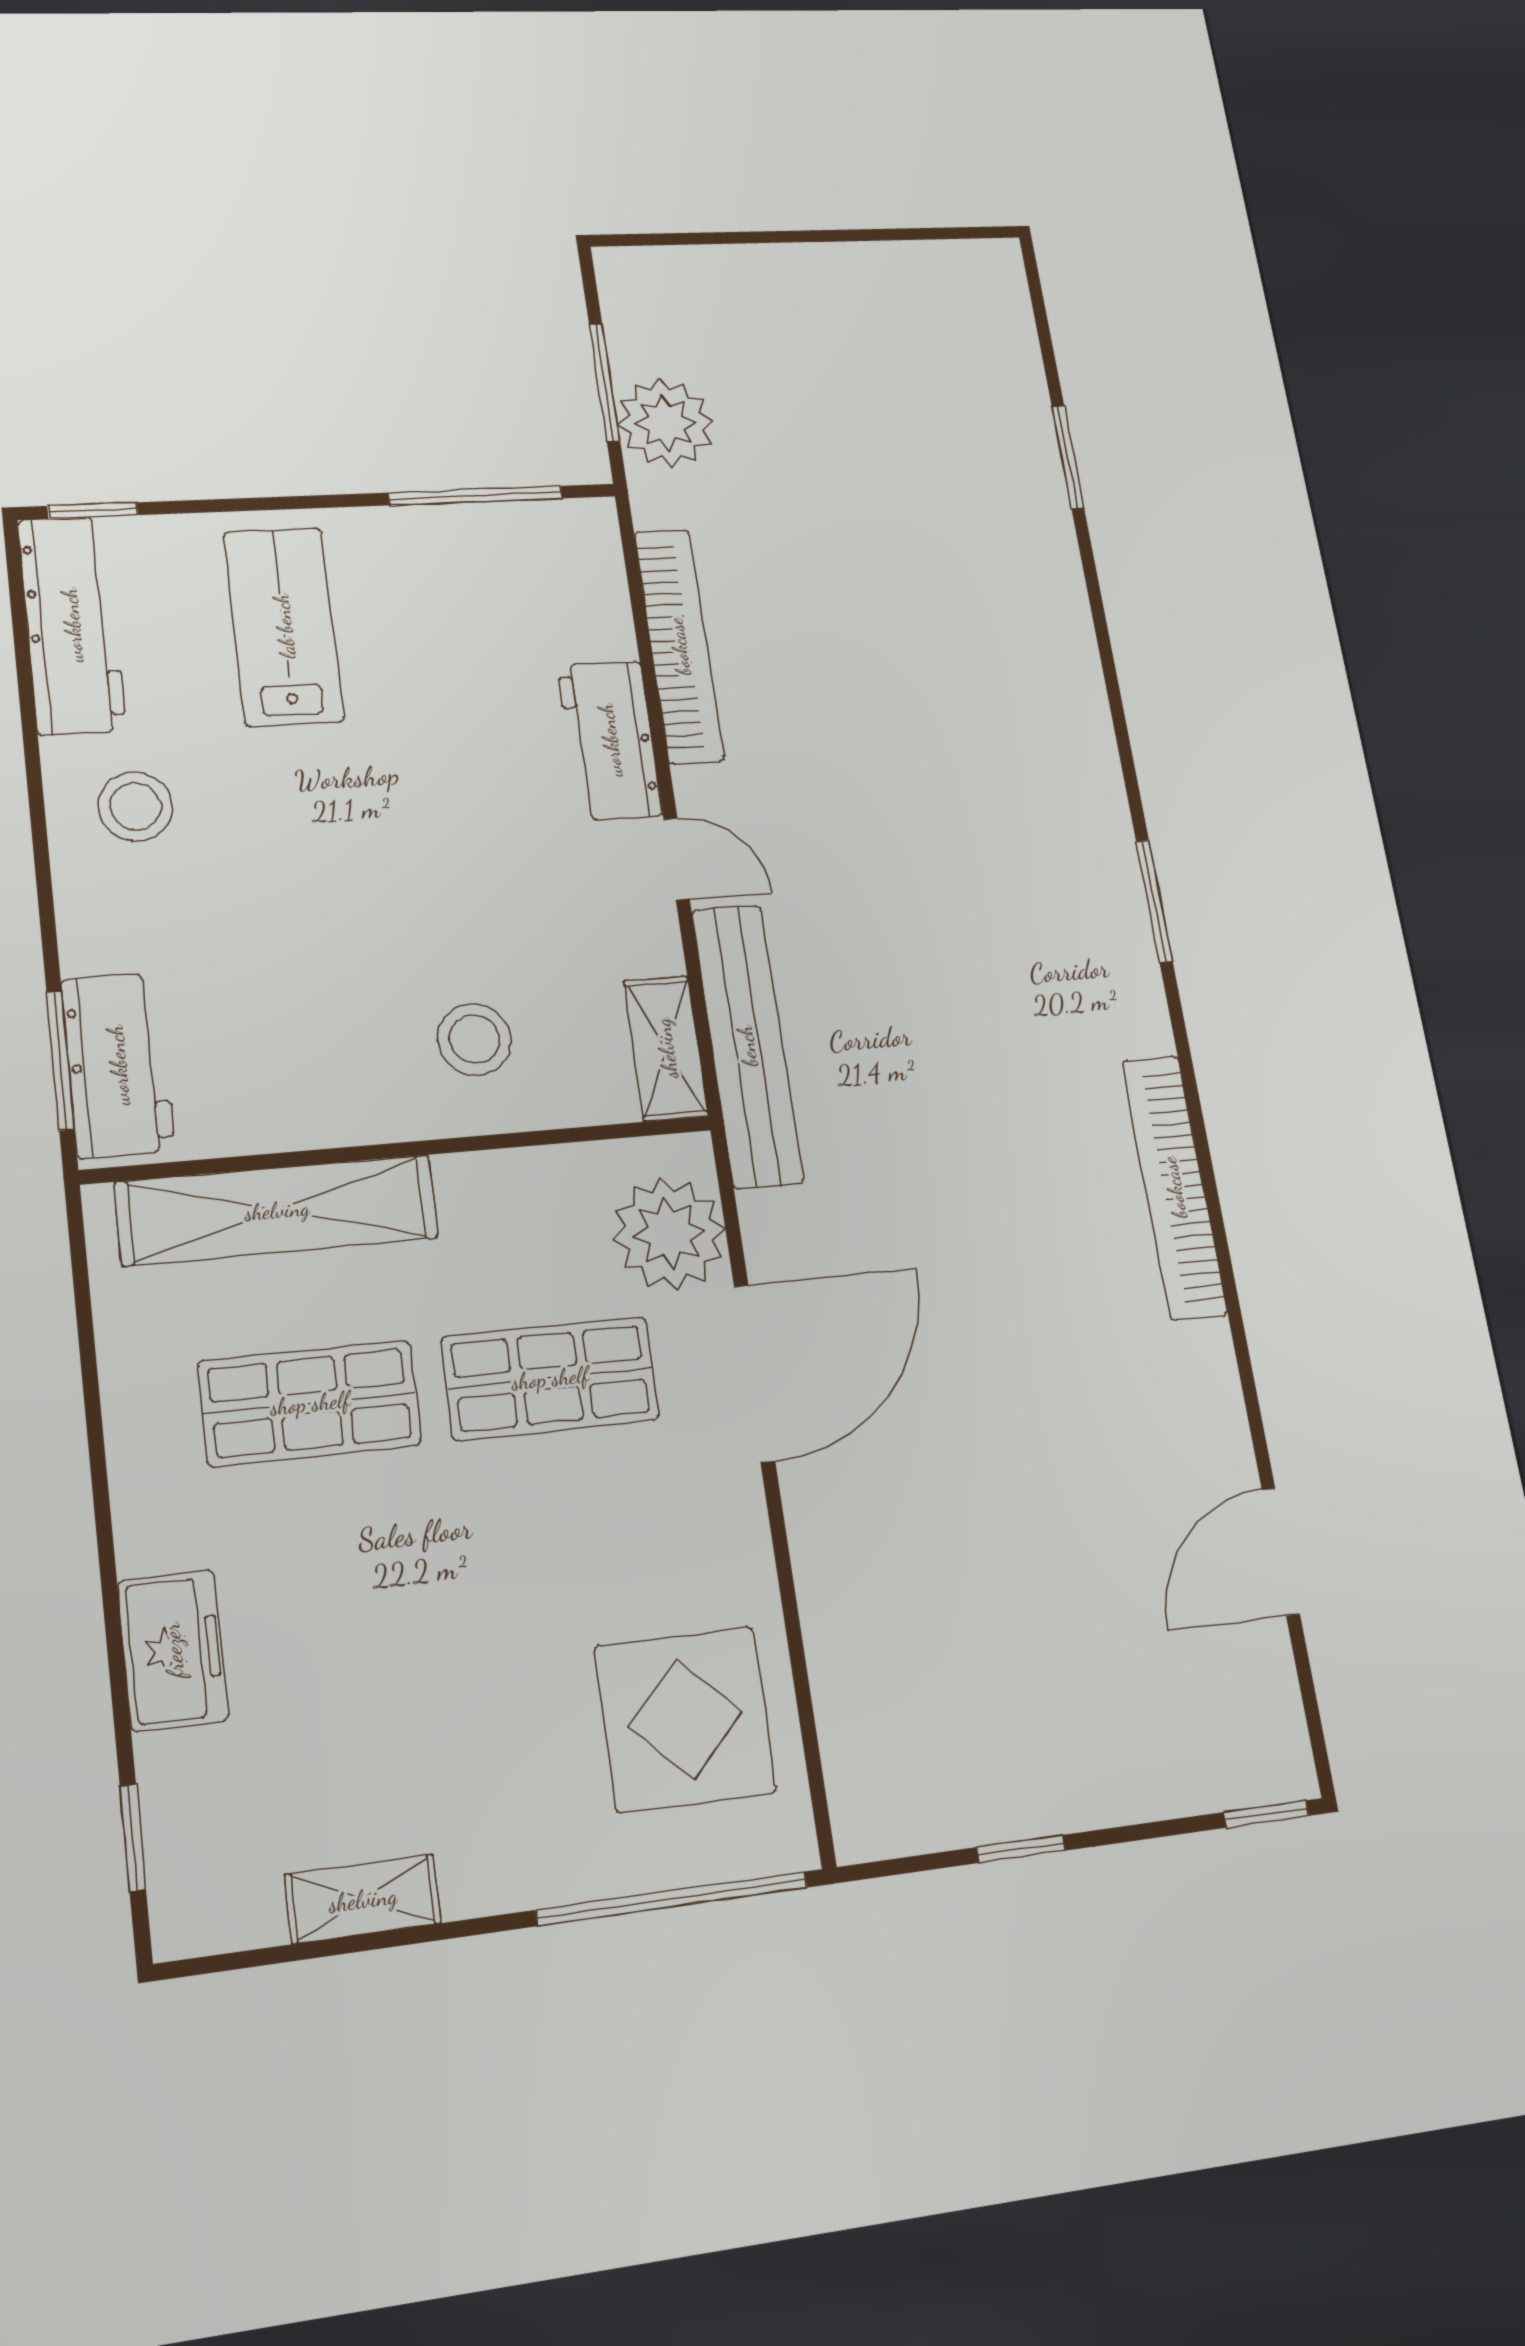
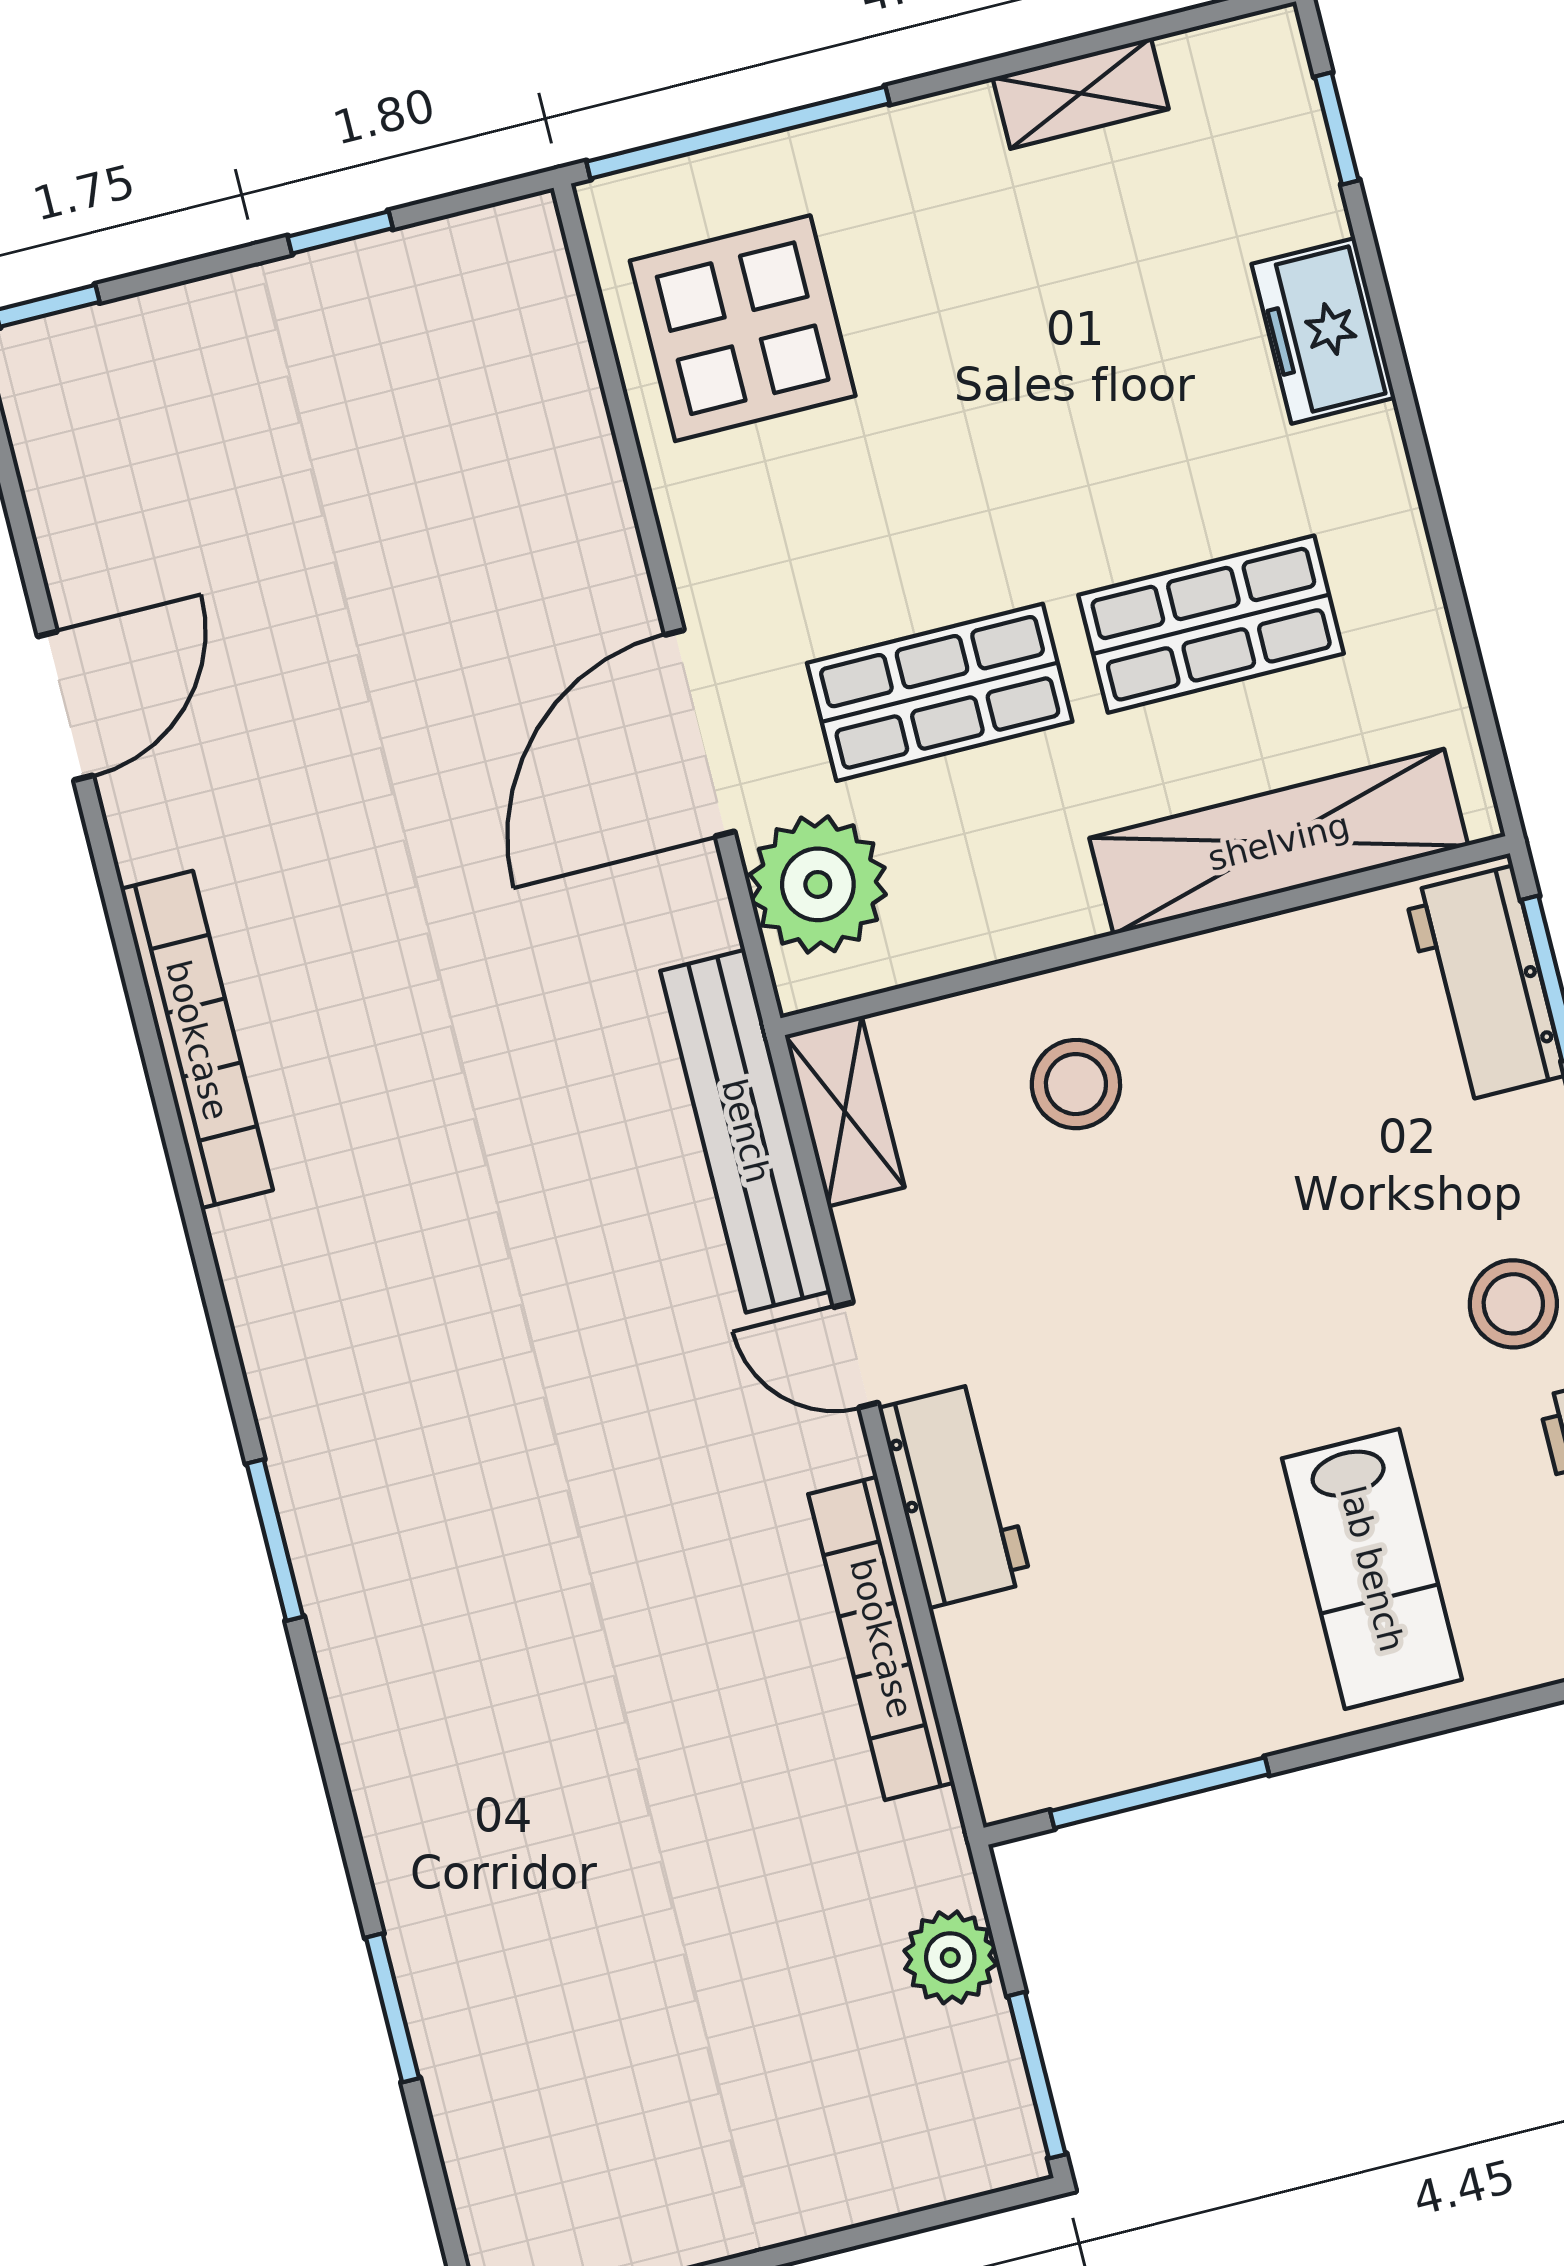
window: (604, 382) -> (1037, 2075), moved
plant: (666, 423) -> (950, 1957), width x0.73, depth x0.73
window: (1154, 901) -> (275, 1540), moved
door: (1281, 1552) -> (65, 706), moved

